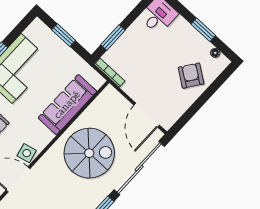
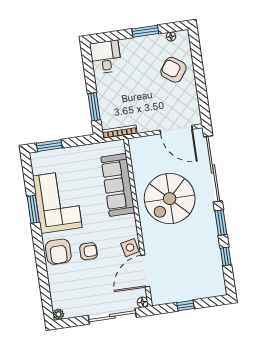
window: (64, 35) -> (49, 146), moved
spiral stairs: (89, 153) -> (170, 199), turned 180

